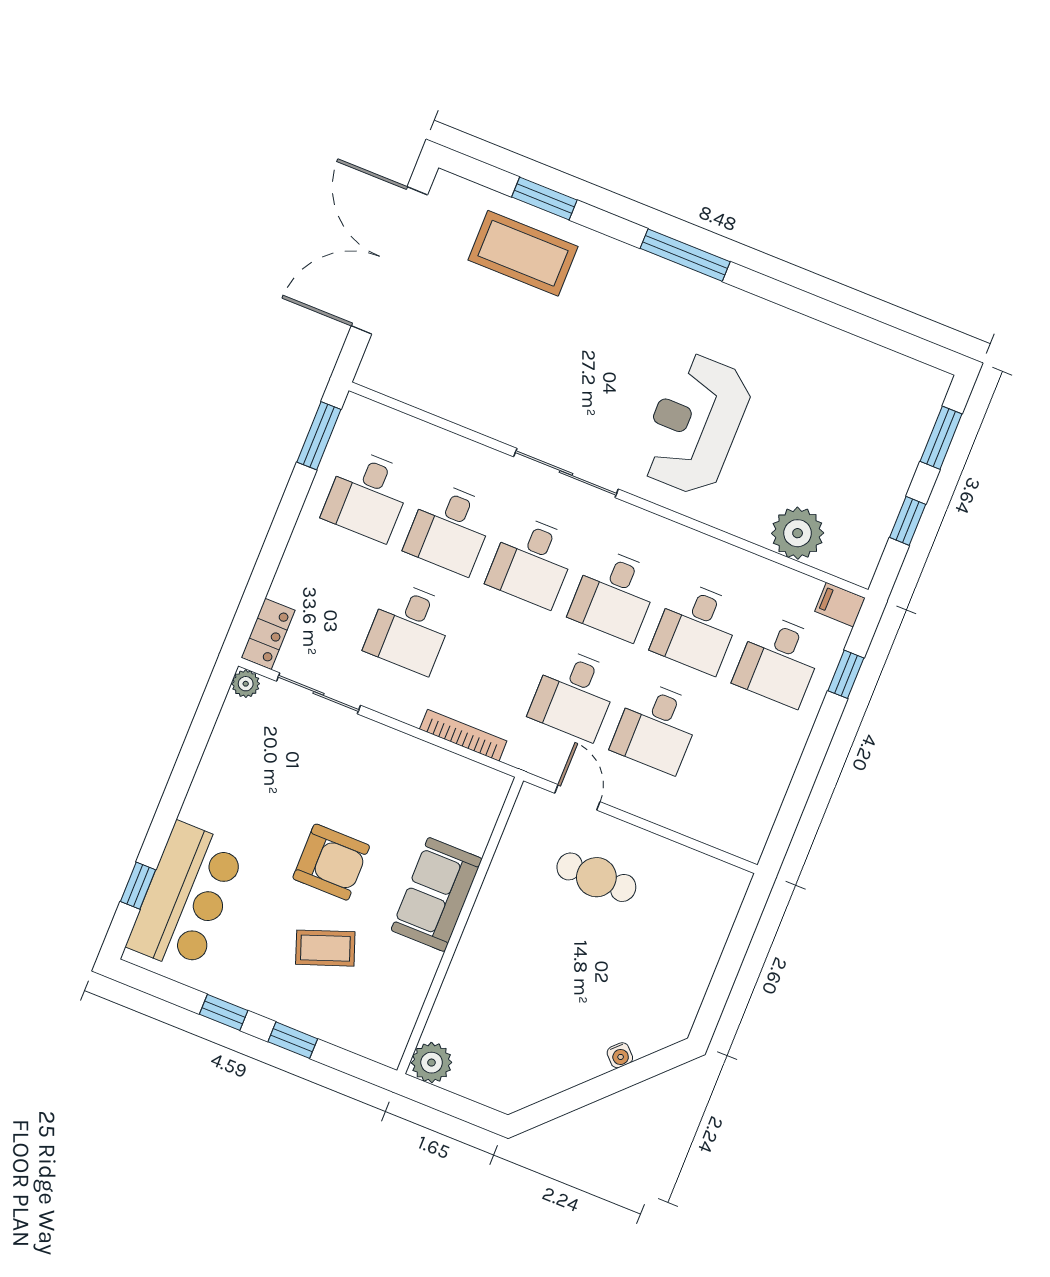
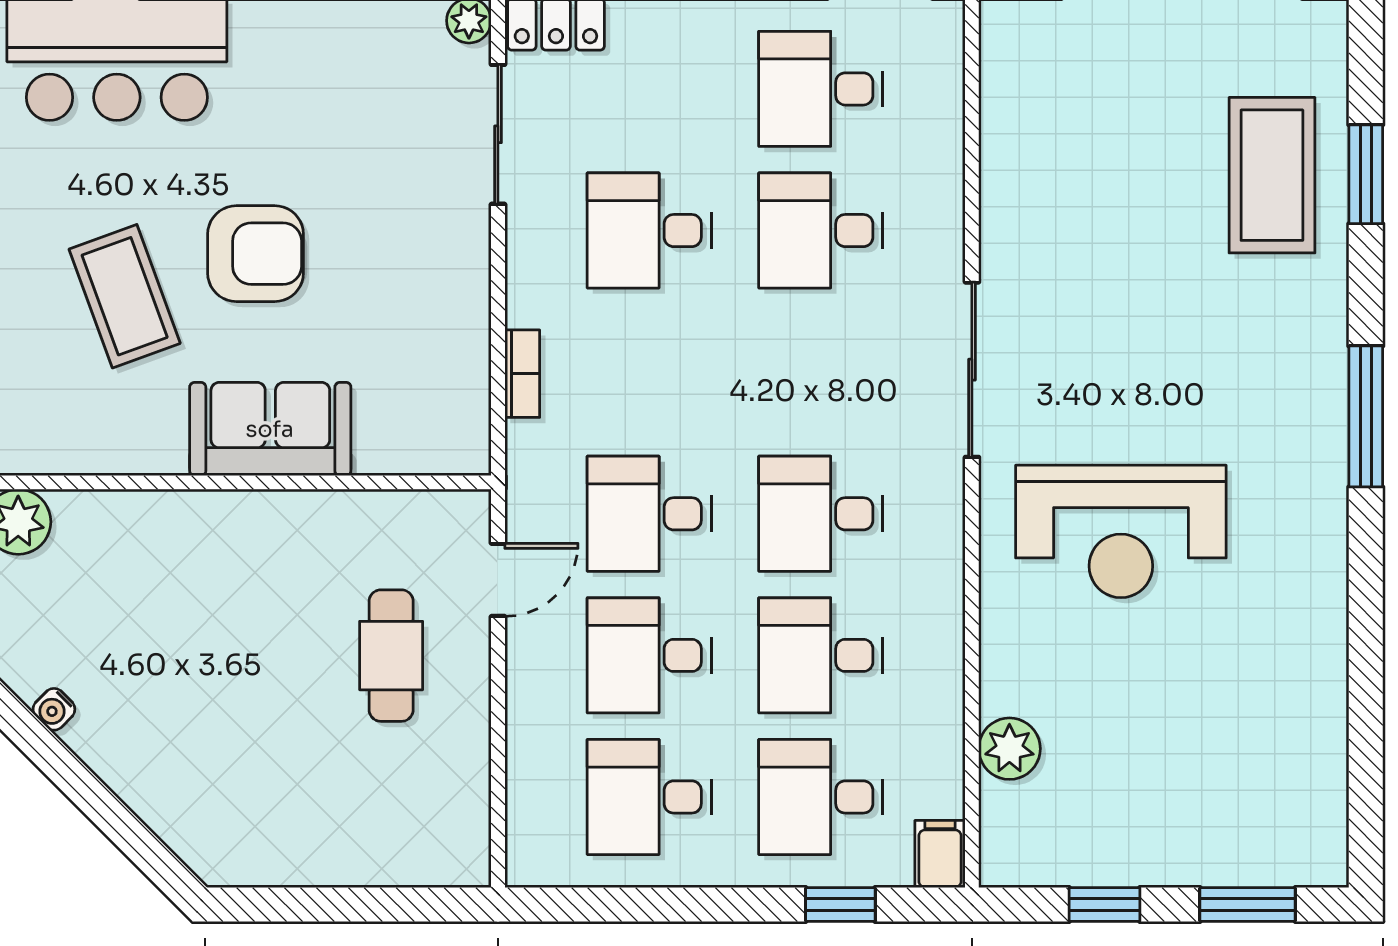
reception desk: (695, 424) -> (1121, 531), turned 180
plant: (798, 533) -> (1009, 749), width x0.73, depth x0.73
desk: (532, 561) -> (649, 797), moved
bookcase: (463, 735) -> (522, 374), width x0.64
armchair: (331, 862) -> (256, 254), turned -90
coffee table: (325, 948) -> (125, 296), width x1.36, depth x1.30
water cooler: (620, 1055) -> (54, 709), moved

